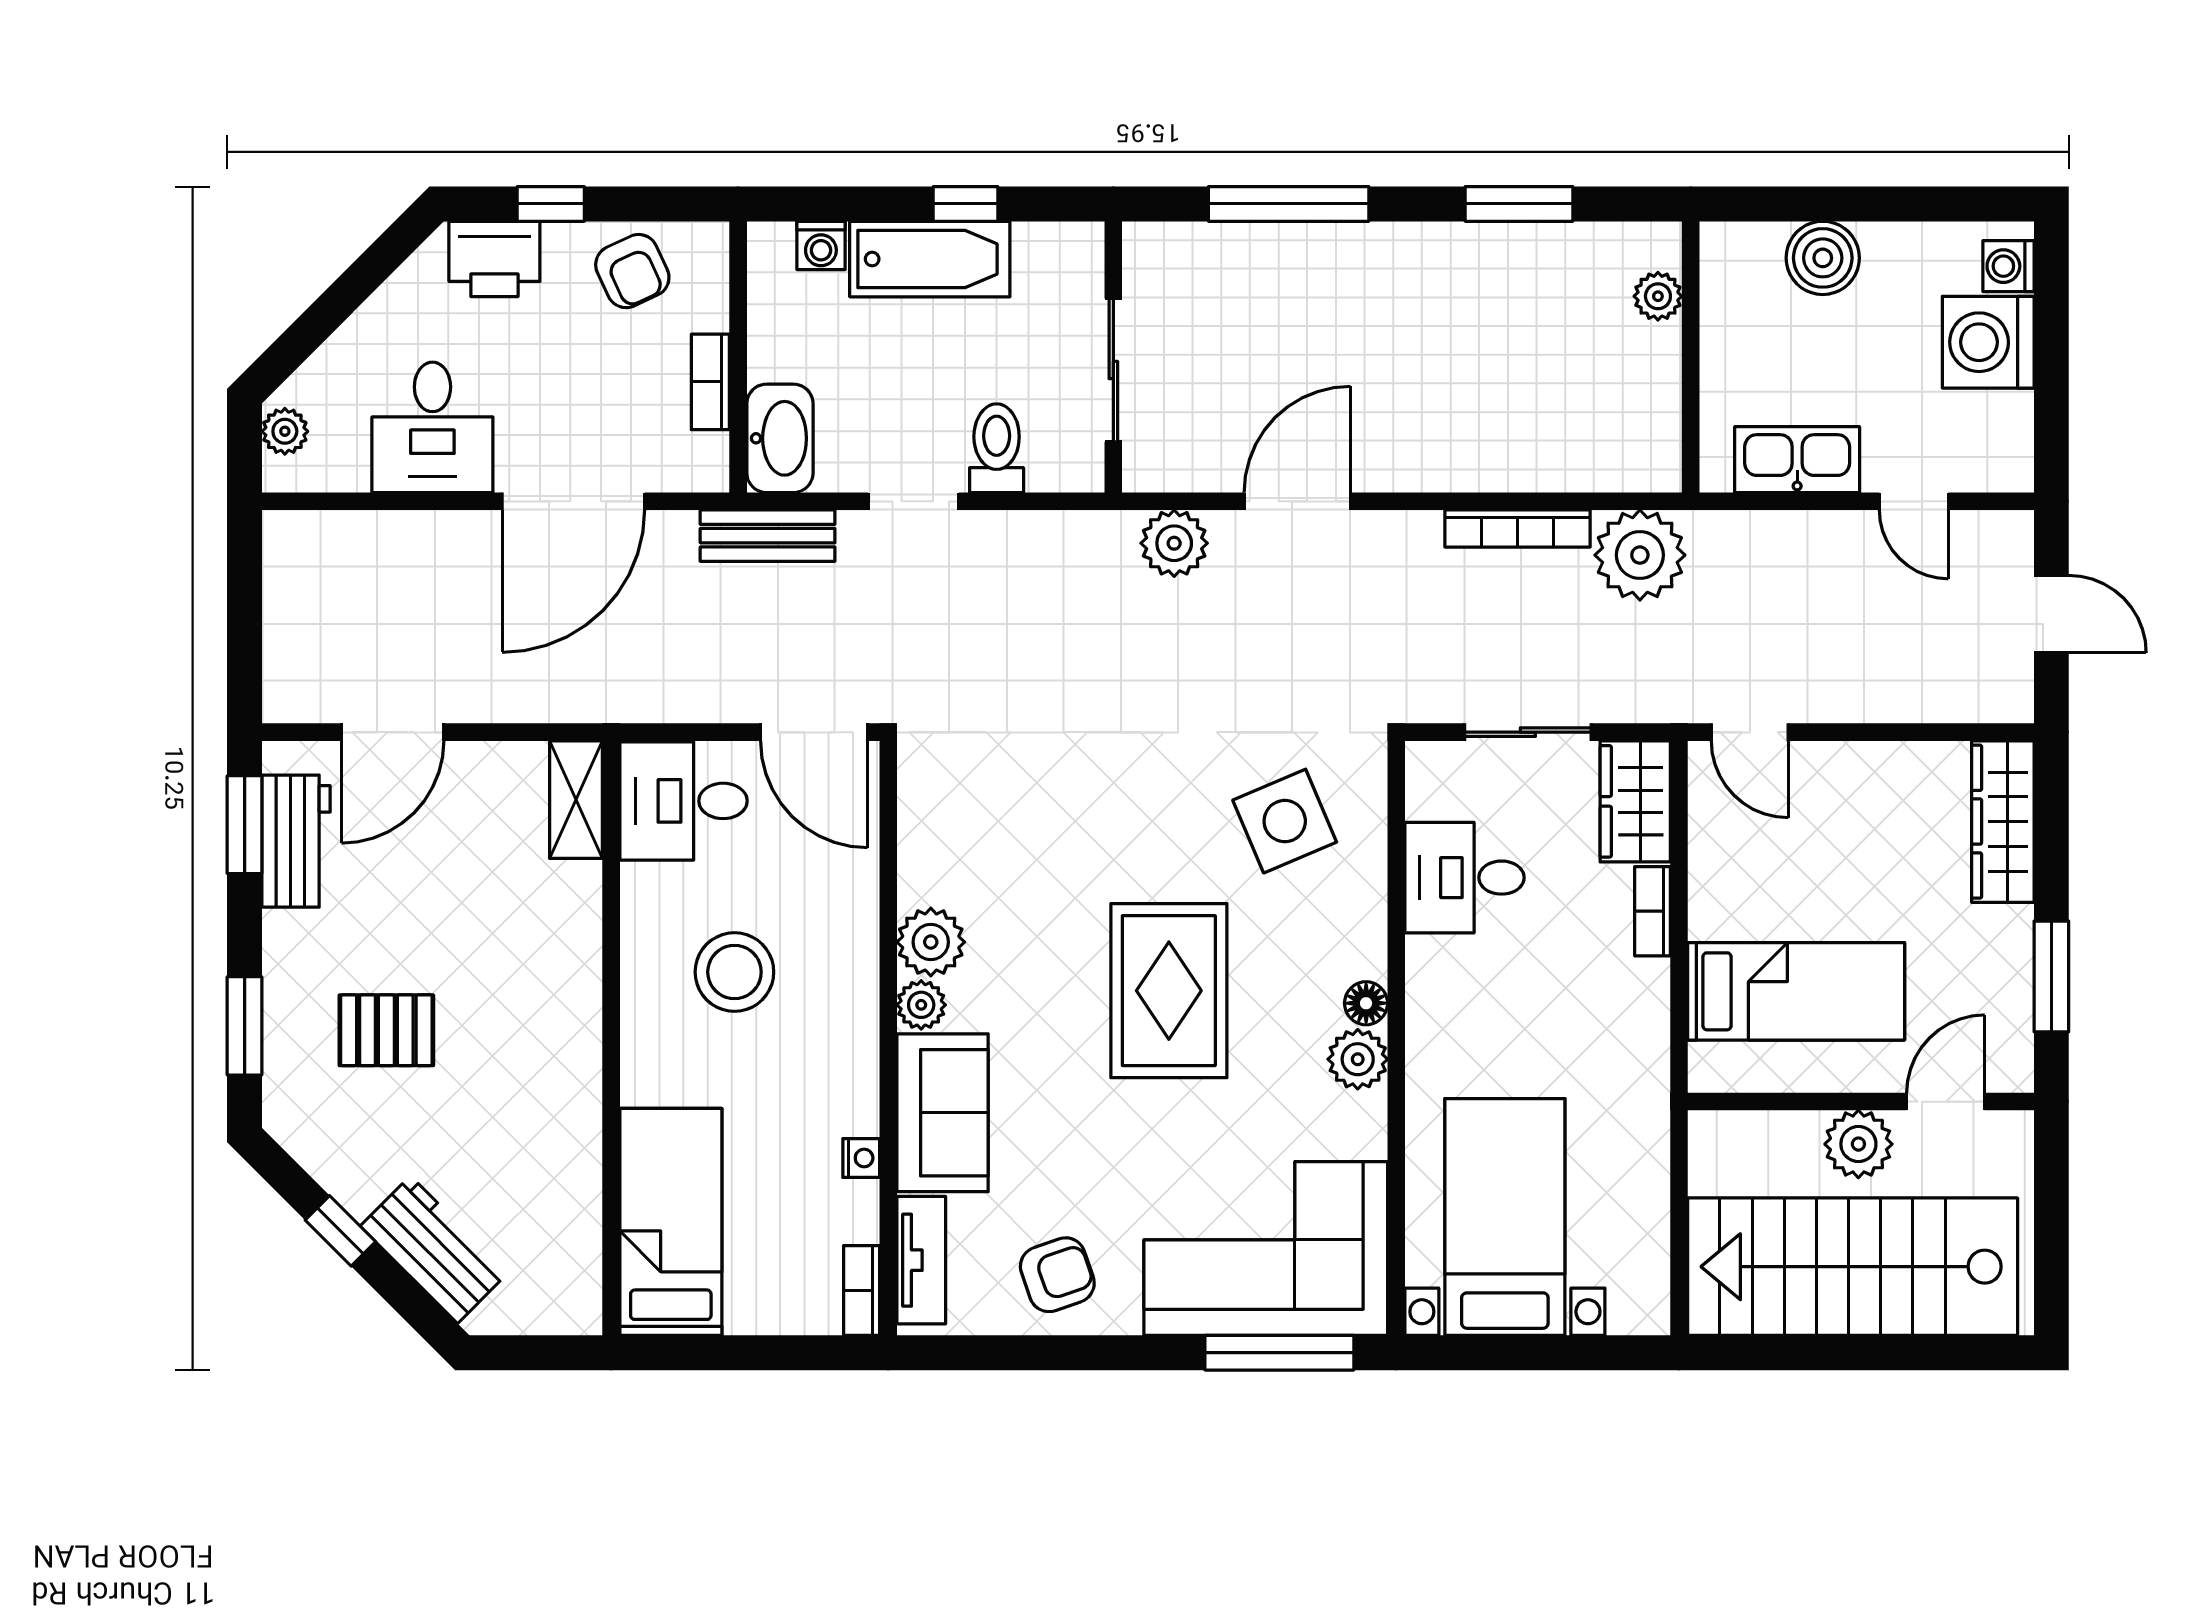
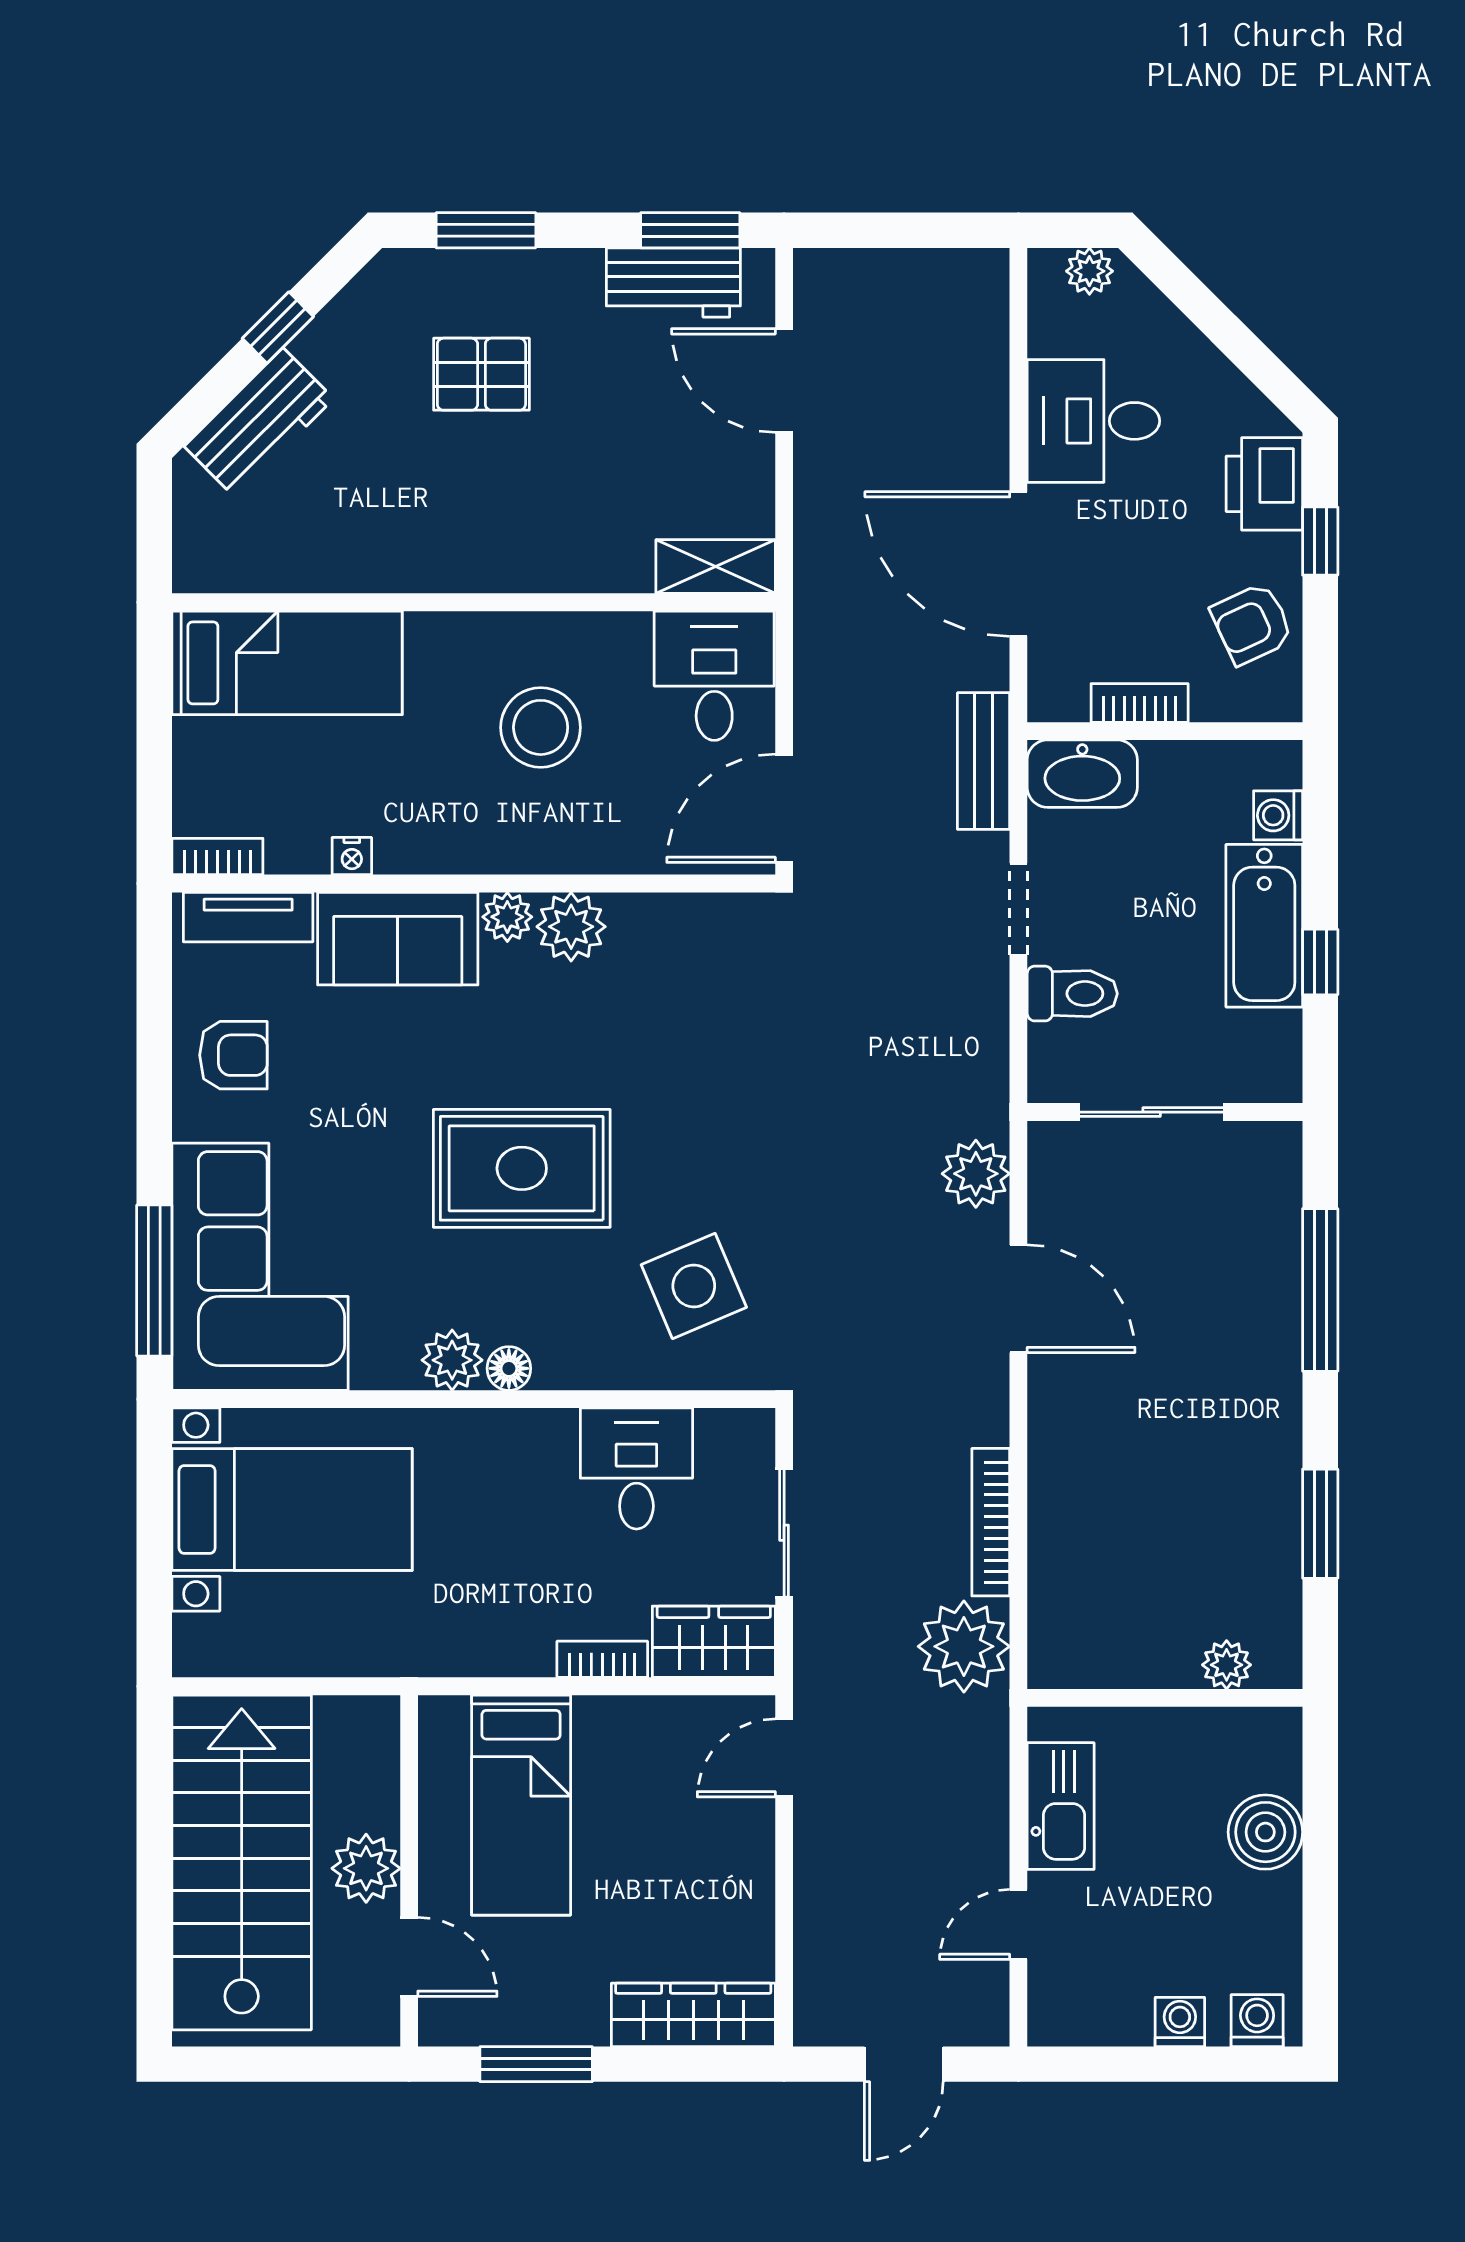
washing machine: (1988, 342) -> (1180, 2022), width x0.53, depth x0.53
pallet: (386, 1030) -> (481, 374), turned 90
armchair: (1057, 1275) -> (233, 1055), turned -71

